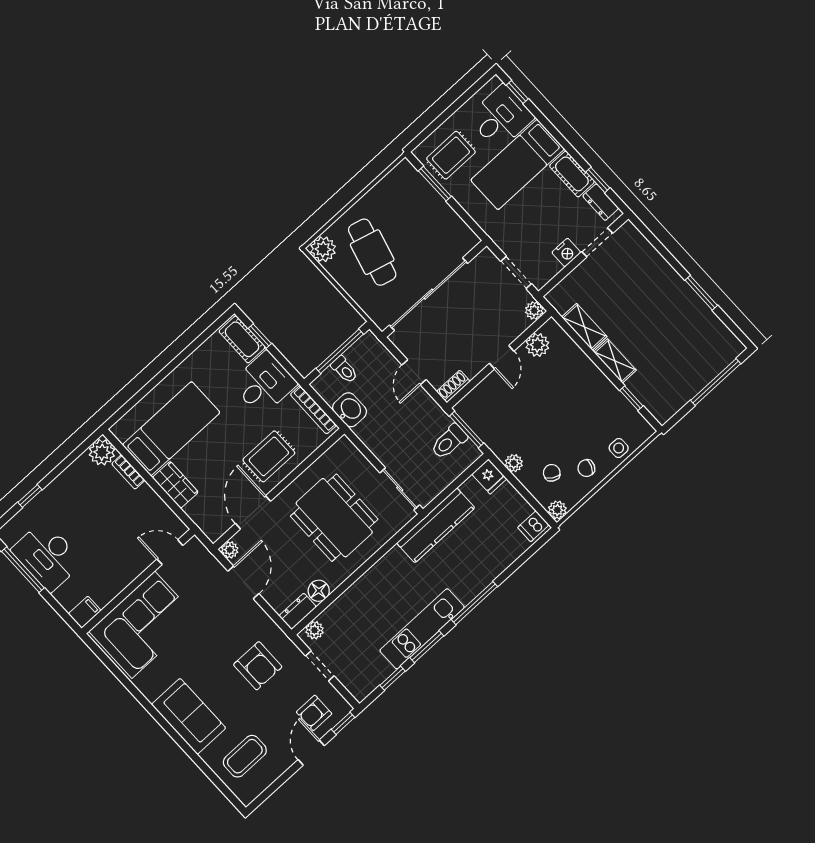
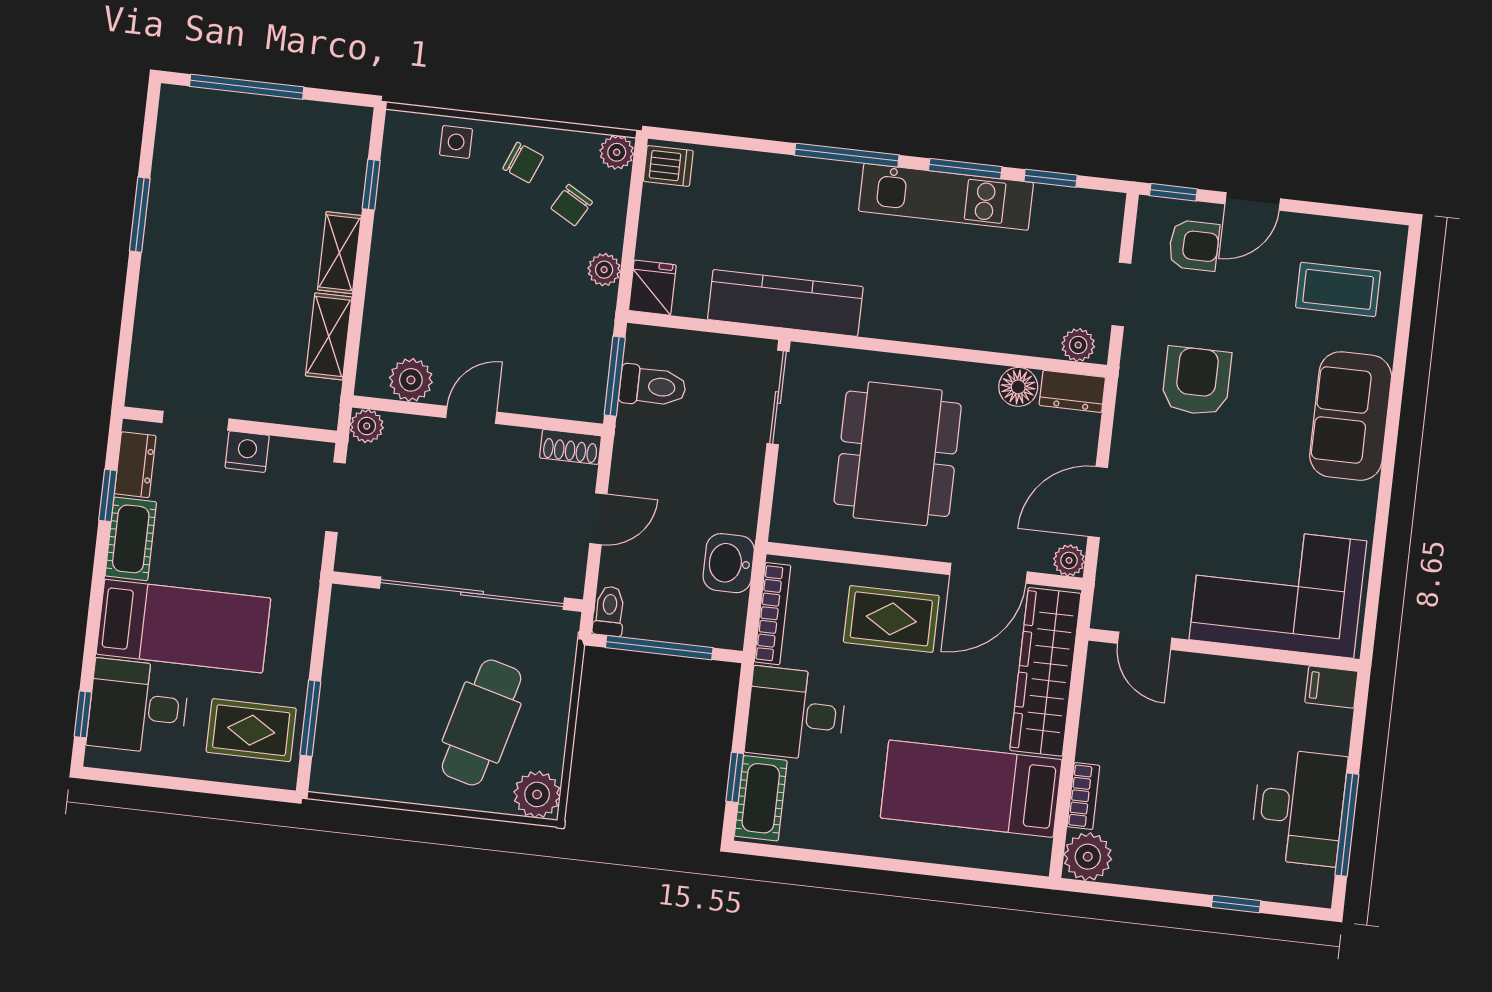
toilet: (344, 370) -> (609, 611), moved
wardrobe: (175, 485) -> (1045, 672), width x2.10, depth x1.17

